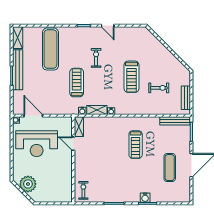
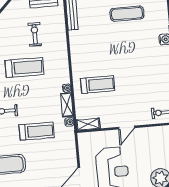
treadmill: (77, 83) -> (37, 131), turned 180
door: (73, 144) -> (127, 127), moved
treadmill: (136, 145) -> (98, 85), moved

